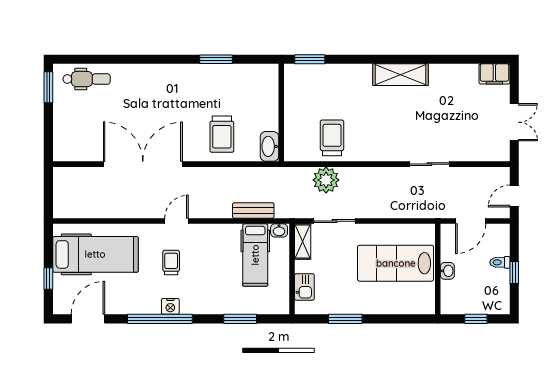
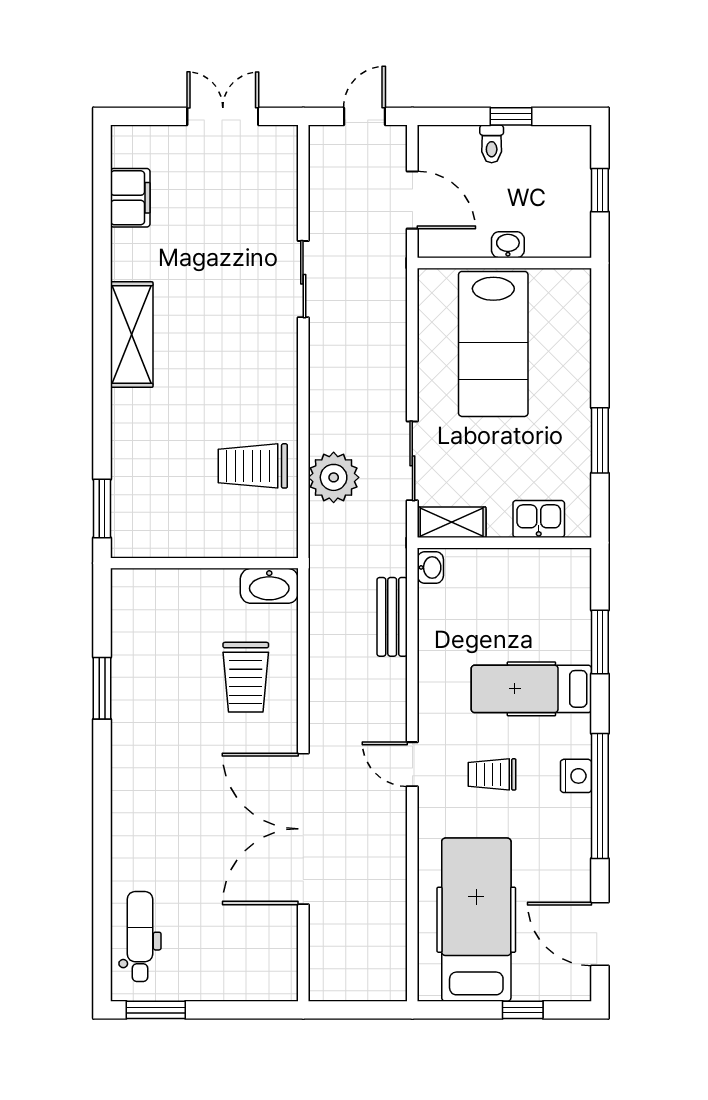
filing cabinet: (494, 74) -> (130, 198), moved
trolley: (222, 134) -> (246, 677), turned 90
door: (514, 196) -> (364, 116), swing flipped
hospital bed: (255, 255) -> (531, 689), moved, turned 180

